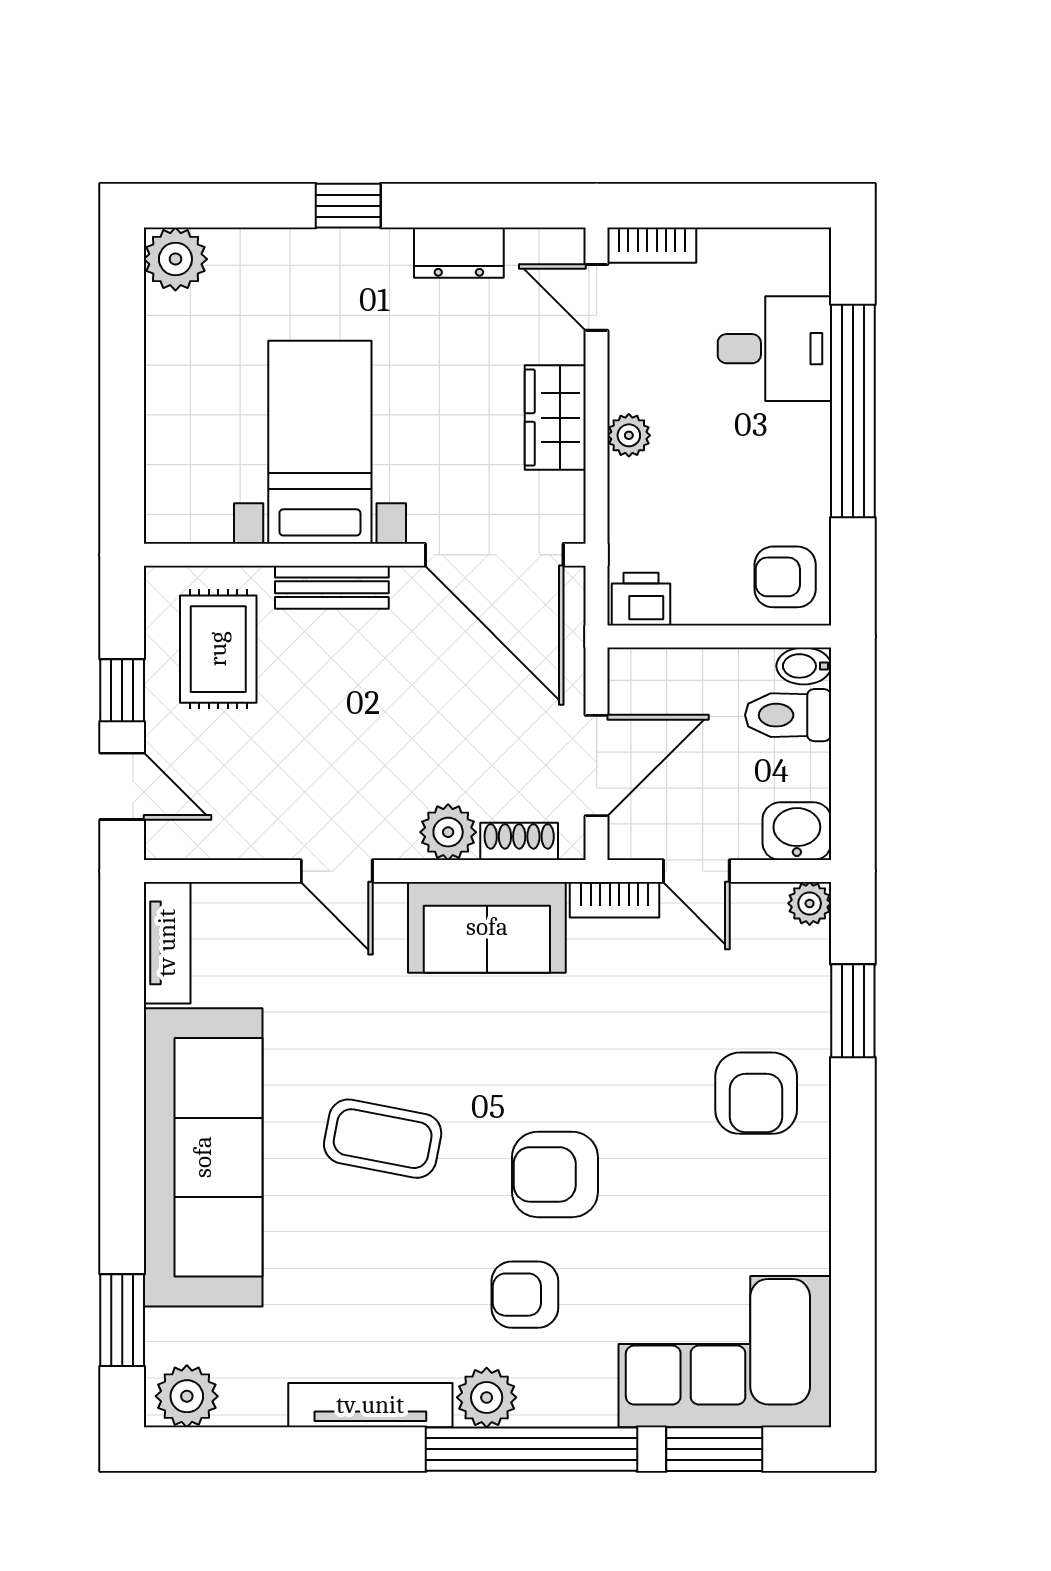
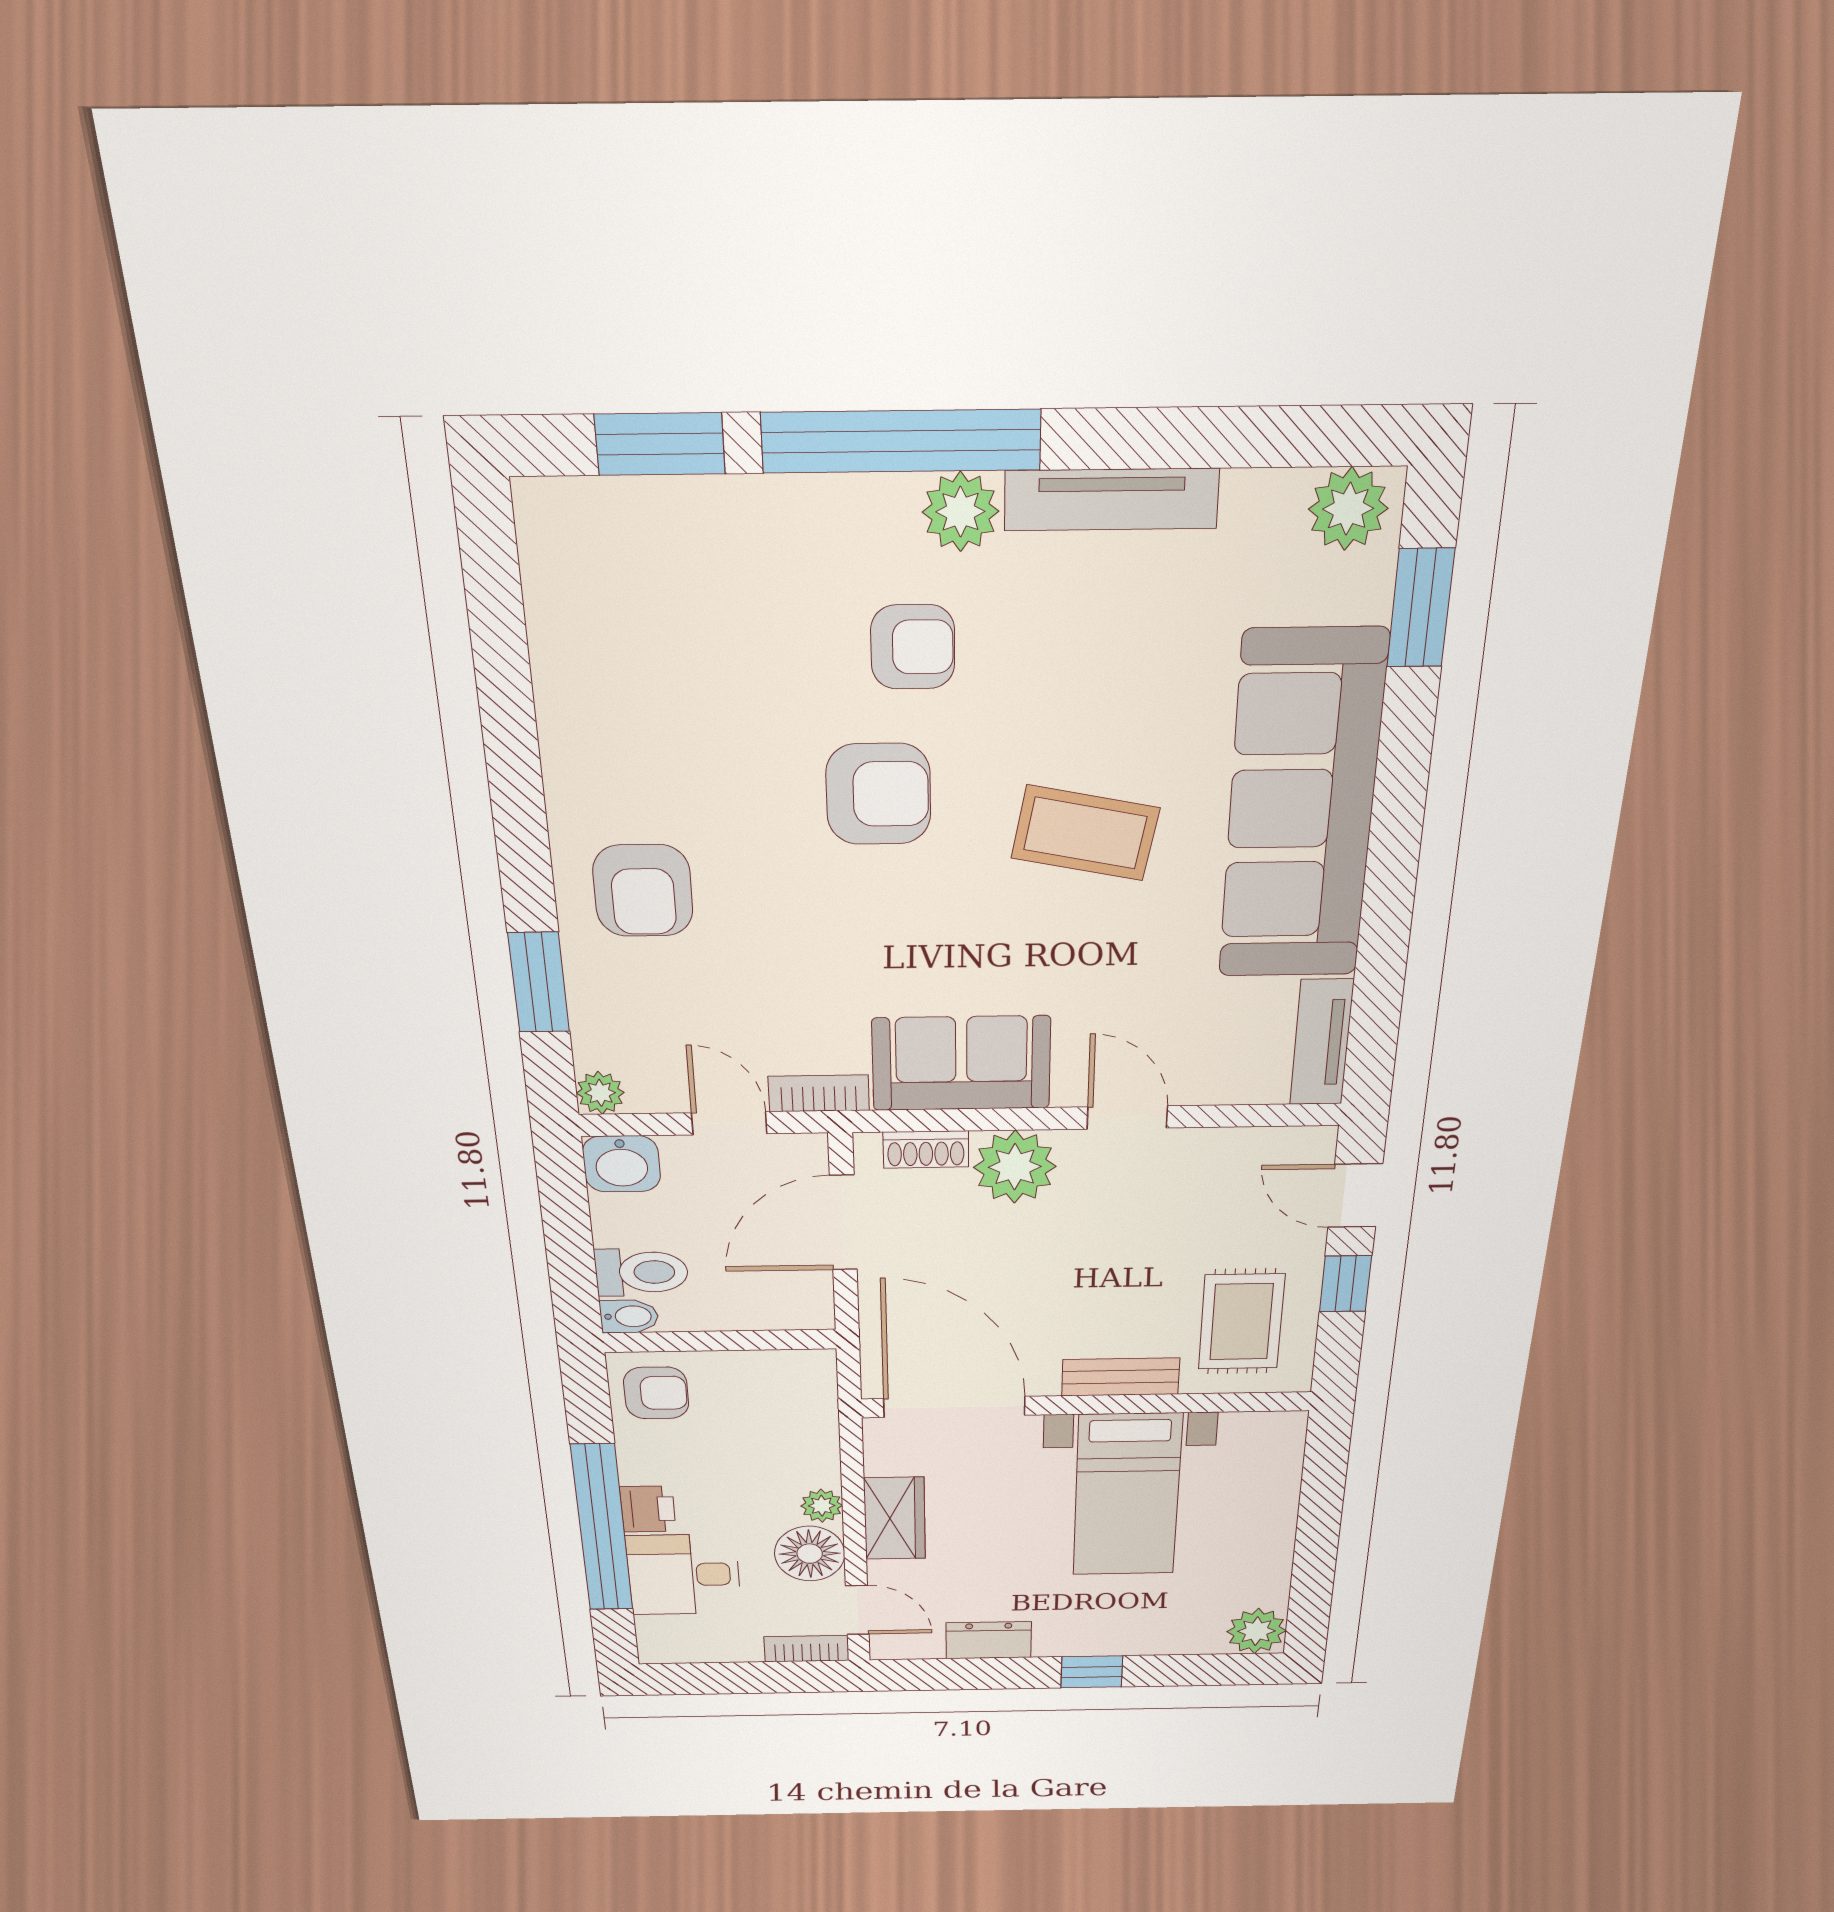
floor lamp: (643, 374) -> (810, 1554), added
printer: (641, 599) -> (648, 1509), moved, turned -90
plant: (448, 832) -> (1015, 1167), width x1.36, depth x1.36
armchair: (756, 1093) -> (643, 891), turned 180
corner sofa: (725, 1352) -> (656, 577), removed

